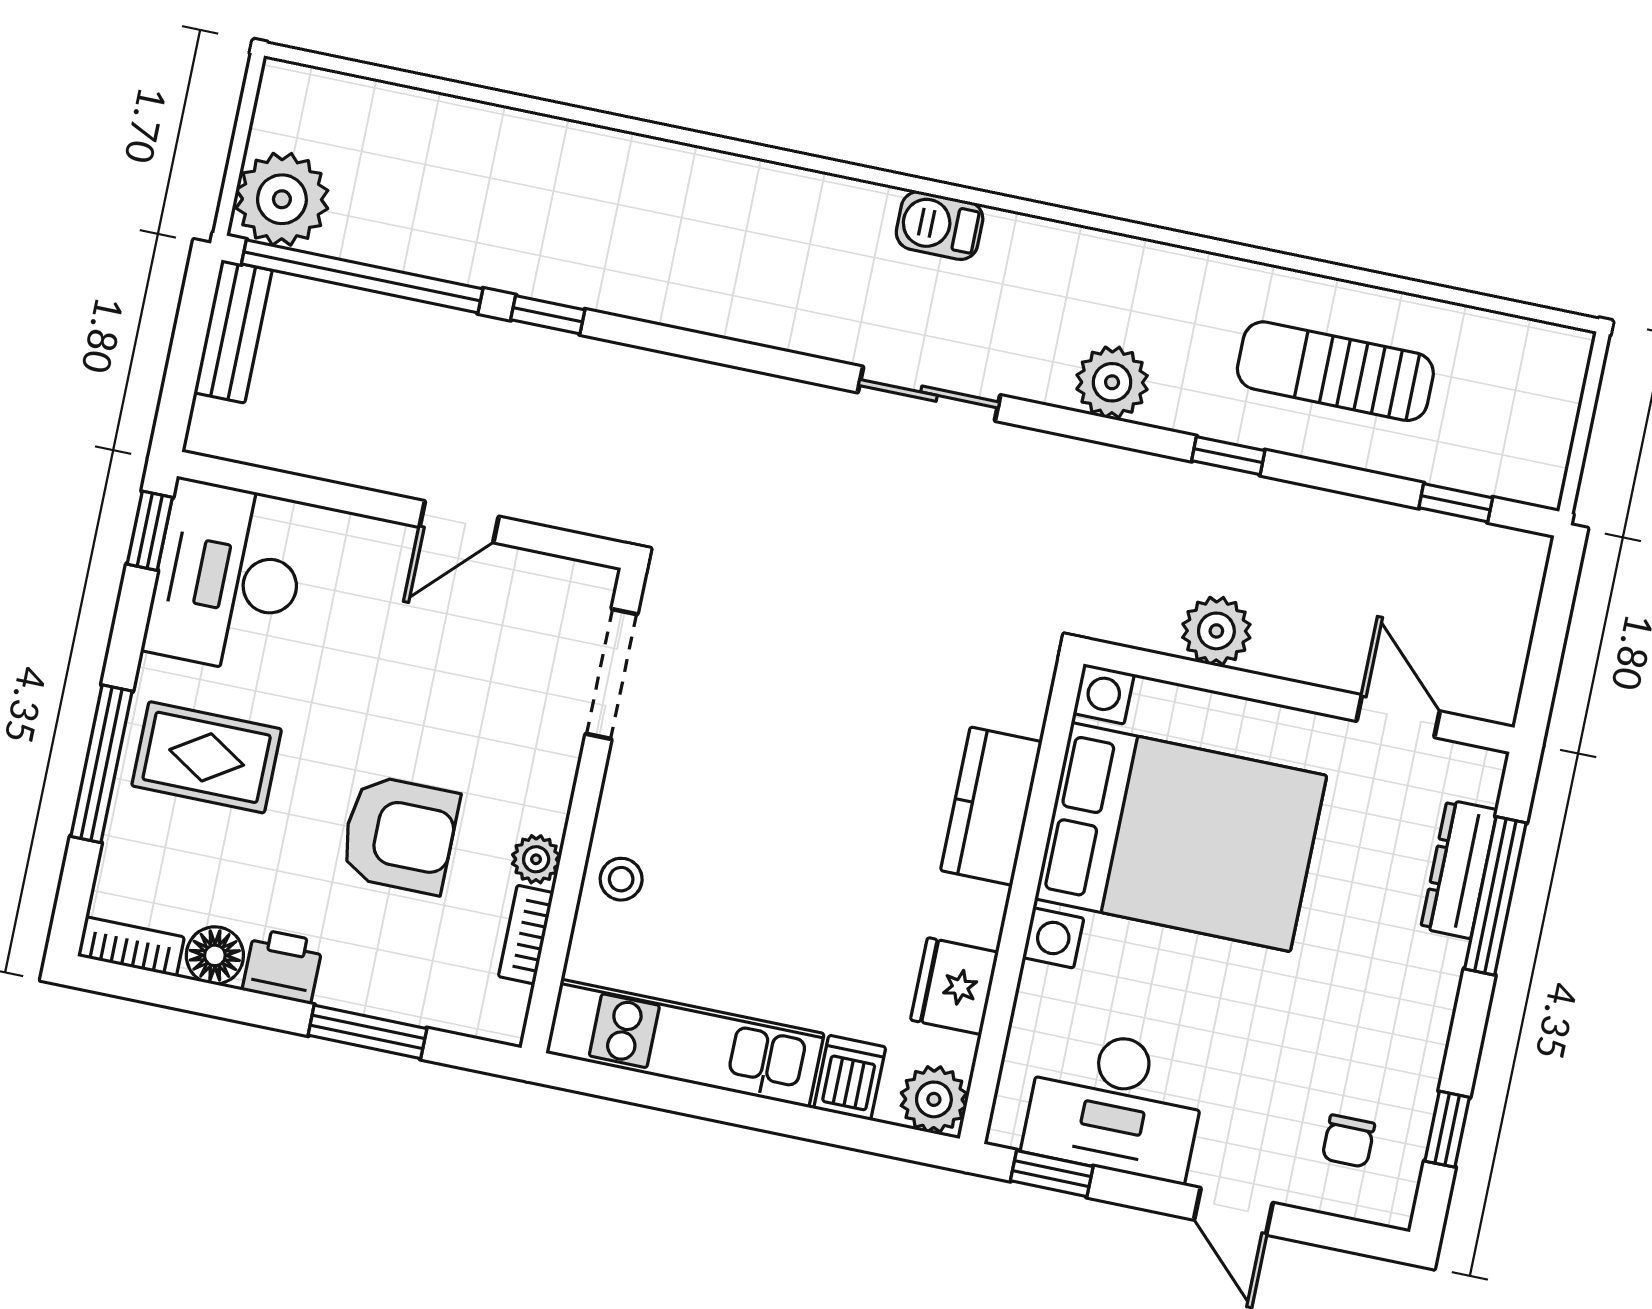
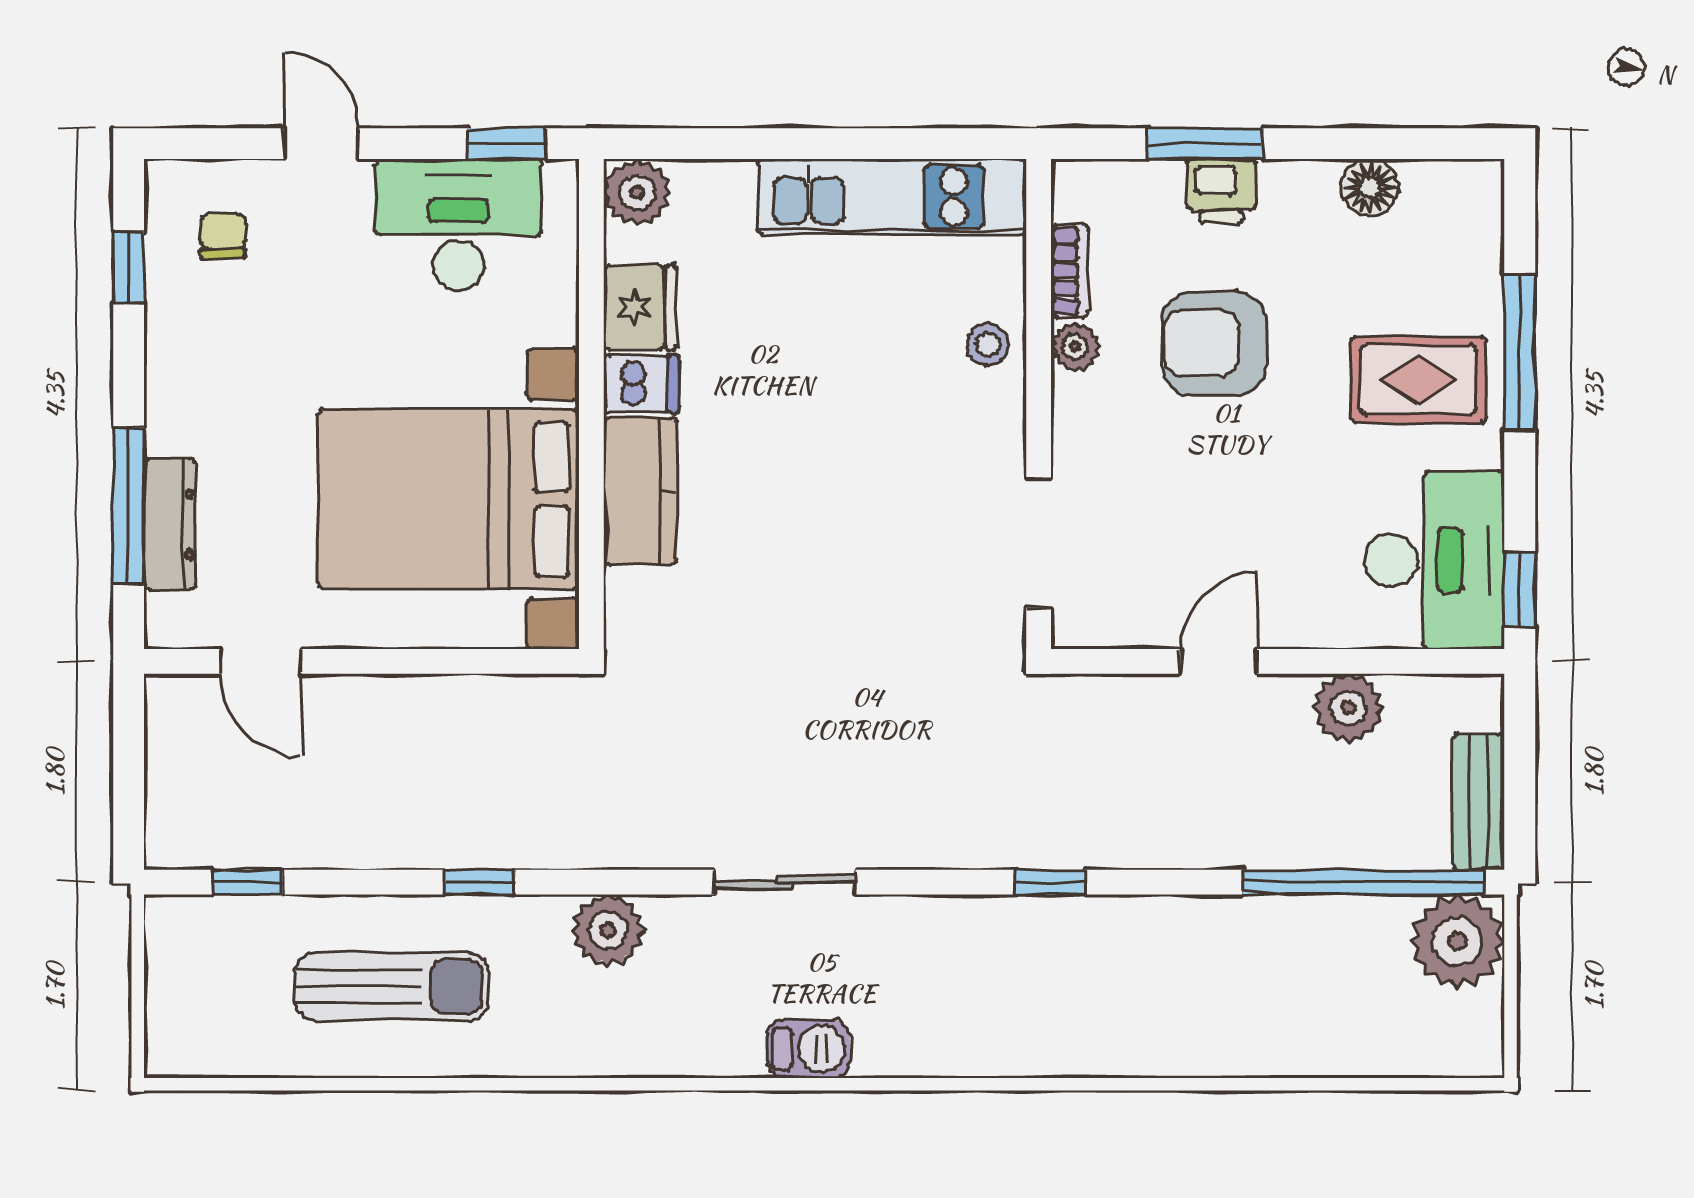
window: (548, 315) -> (1051, 882), moved
plant: (1216, 631) -> (1349, 708), moved
bookcase: (131, 947) -> (1454, 179), removed
printer: (283, 966) -> (1221, 191), moved
dishwasher: (850, 1078) -> (641, 384), moved, turned -90

